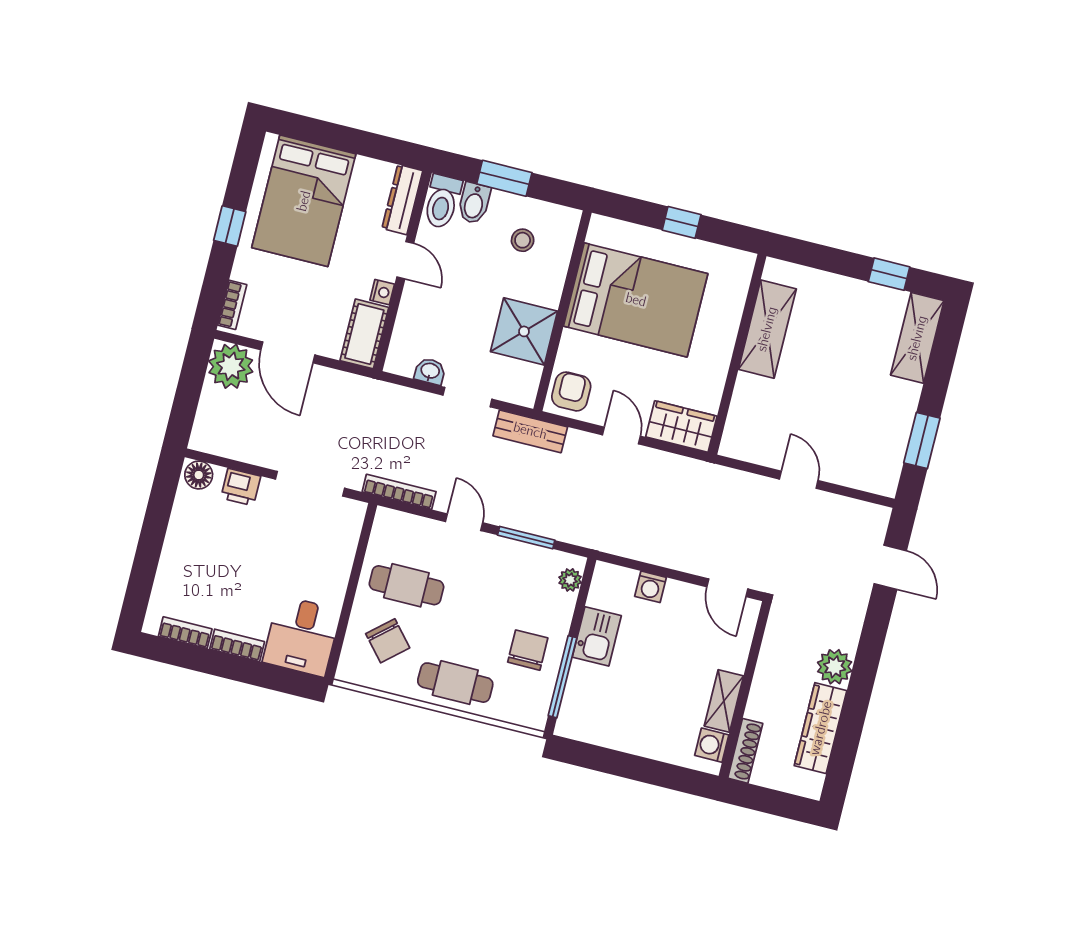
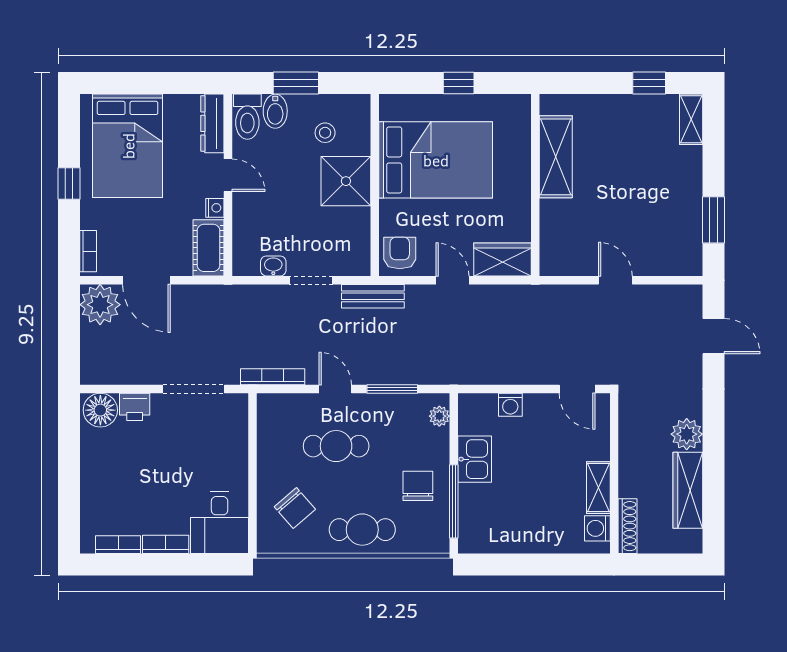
shower: (524, 331) -> (346, 181), moved
shelving: (917, 338) -> (691, 119), width x0.67, depth x0.75
floor lamp: (199, 475) -> (100, 410), width x1.38, depth x1.38
cafe table: (406, 585) -> (336, 446), moved

